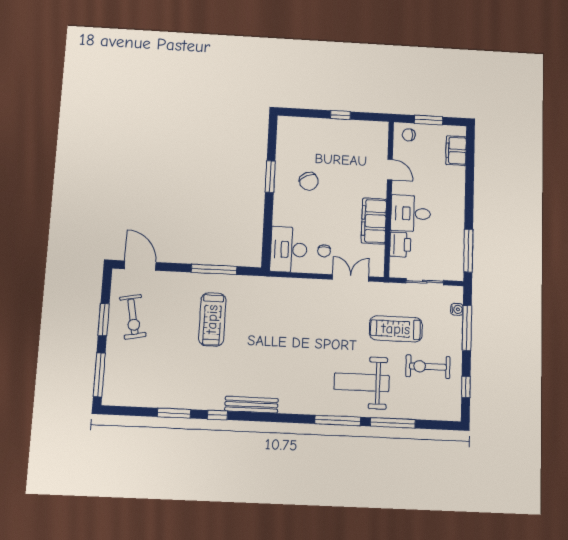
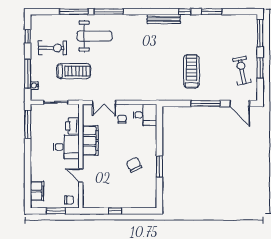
desk: (289, 250) -> (145, 115), width x0.73
window: (214, 269) -> (206, 103), moved

